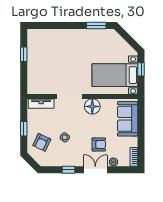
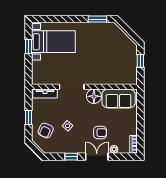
bed with nightstands: (115, 75) -> (53, 42), moved, turned 180
sofa: (128, 119) -> (119, 98), moved, turned -90

